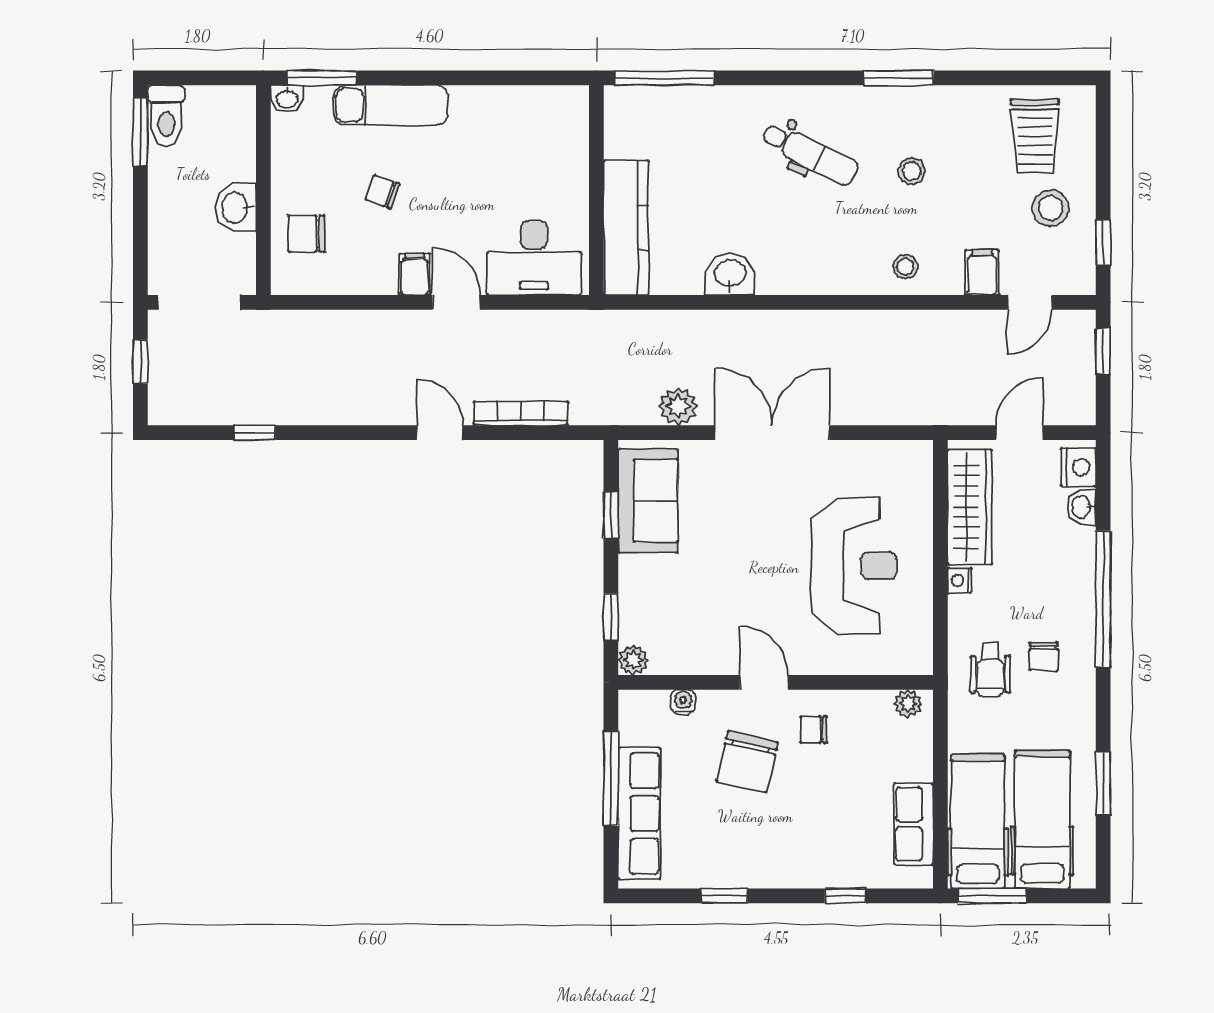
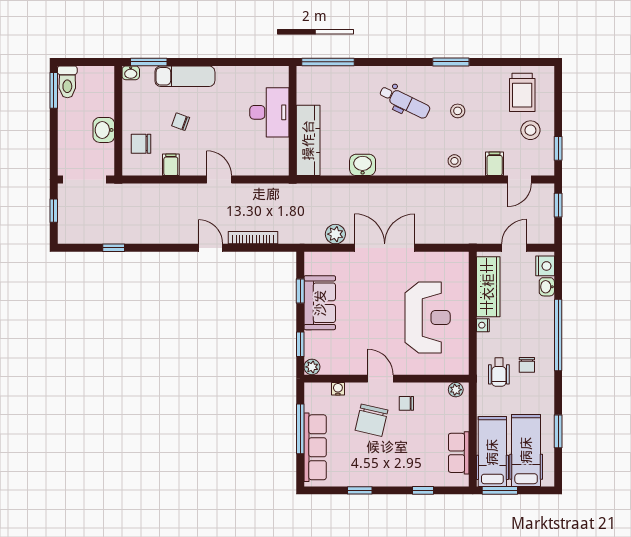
desk: (534, 258) -> (269, 112), moved, turned -90
filing cabinet: (415, 274) -> (171, 165), moved
sofa: (648, 501) -> (320, 303), moved

